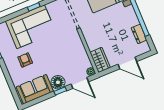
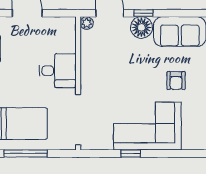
desk: (96, 37) -> (58, 71), added
wardrobe: (100, 60) -> (66, 34), removed

